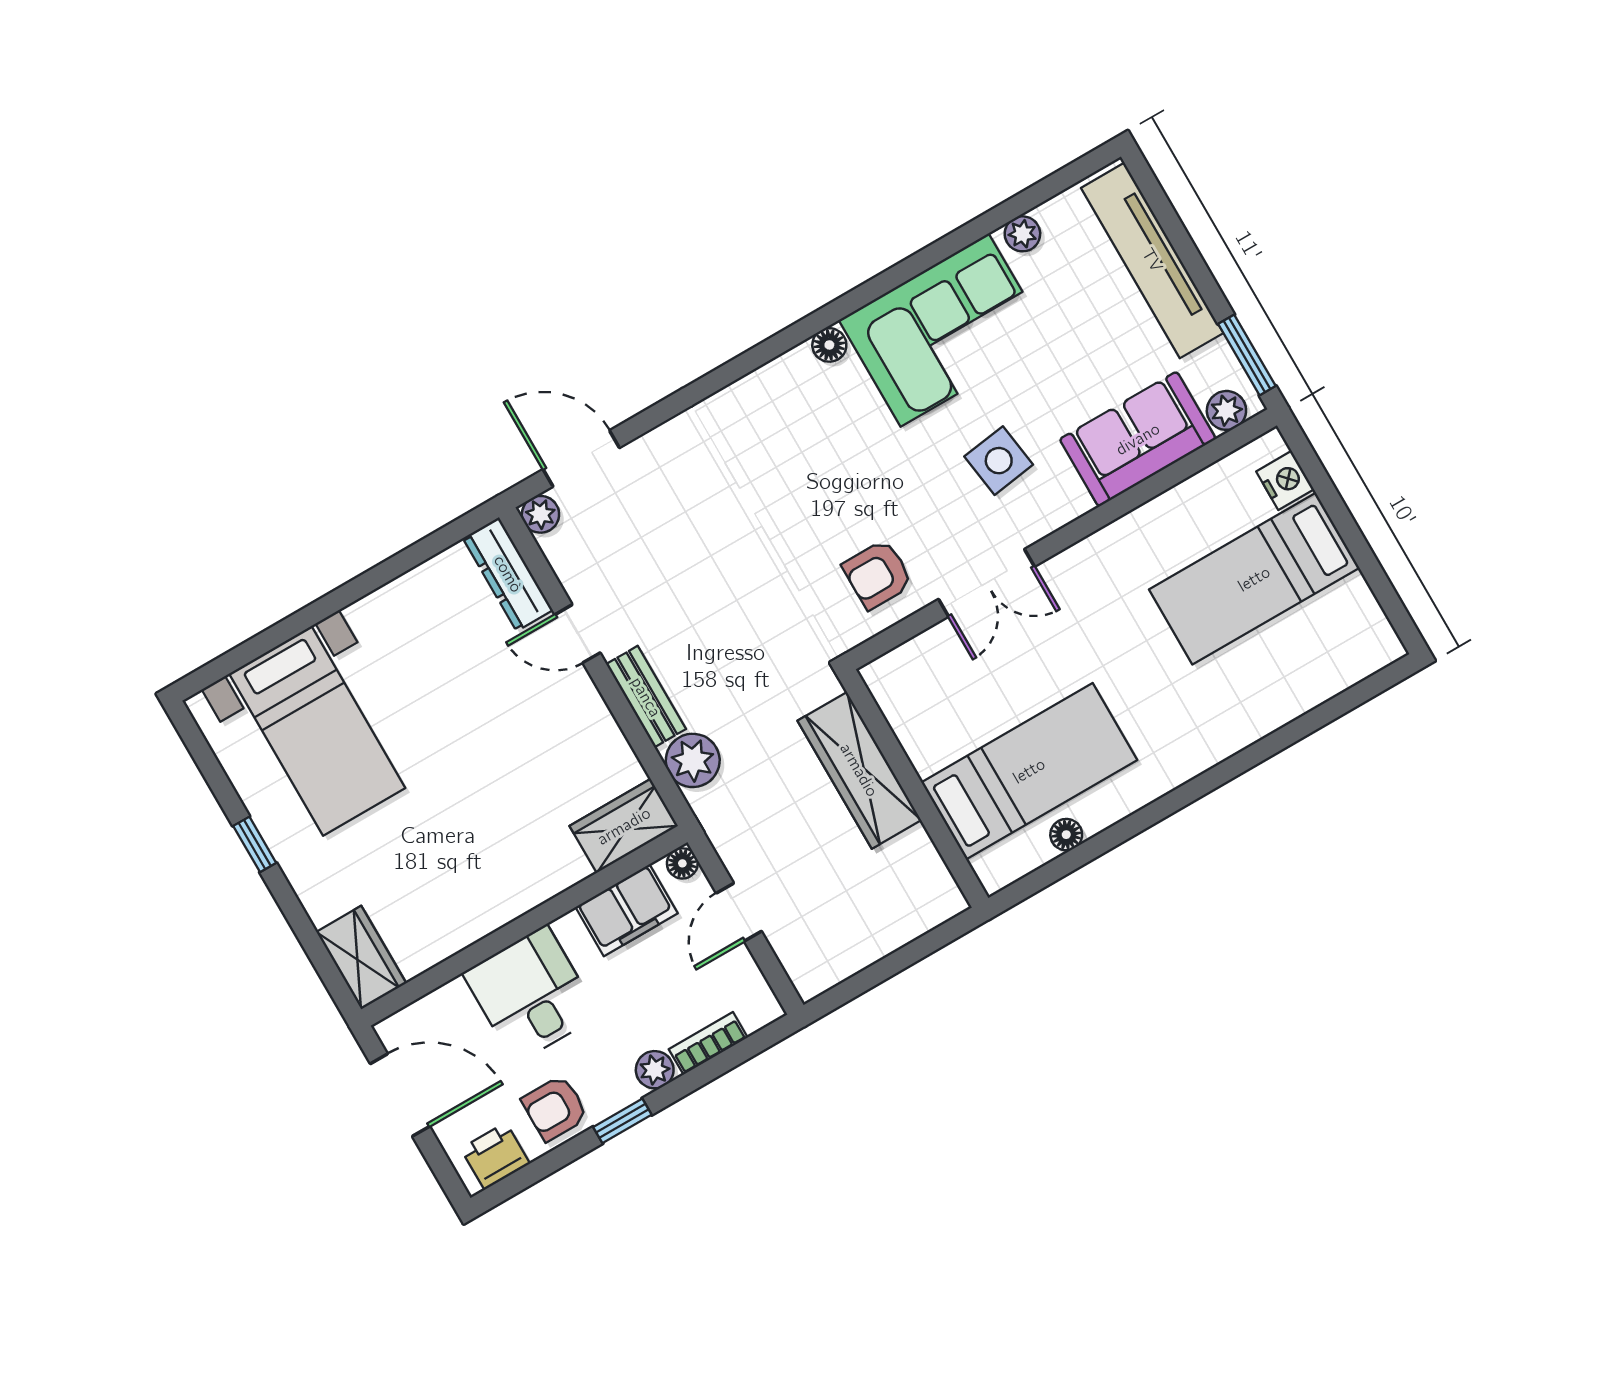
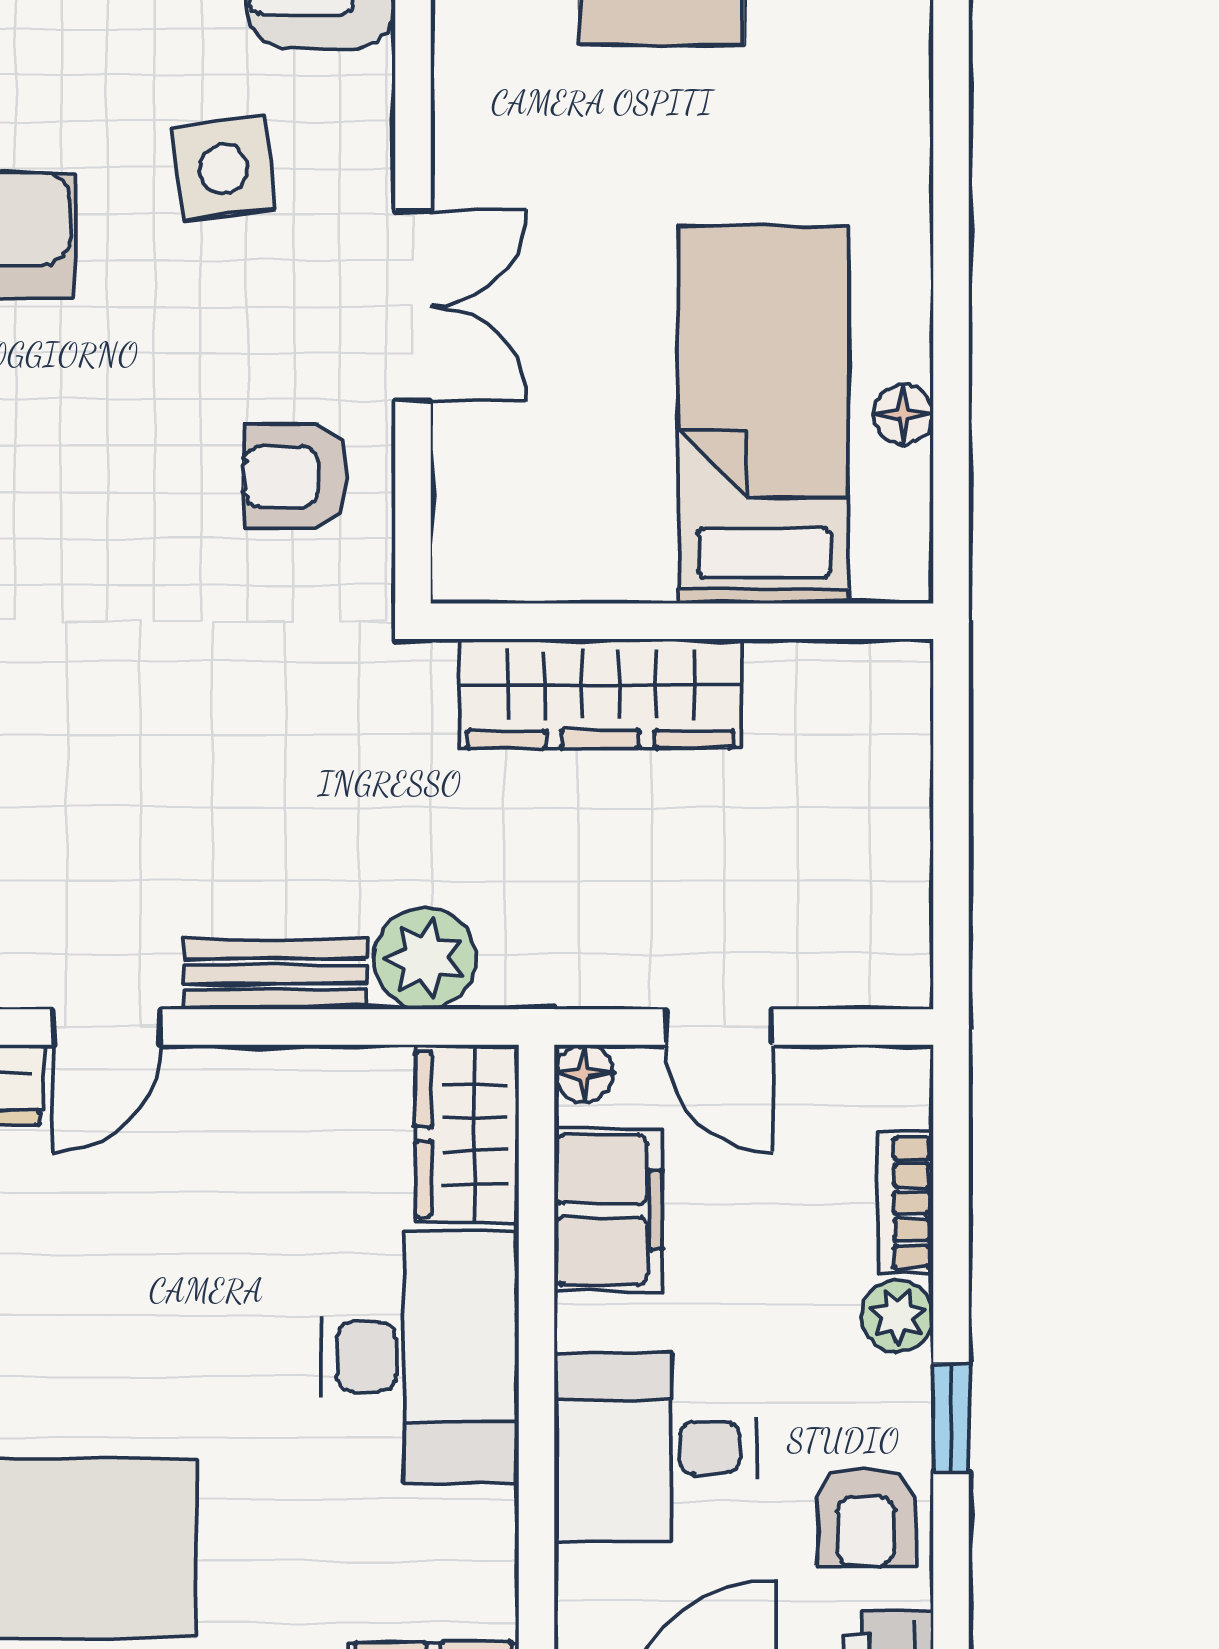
armchair: (878, 574) -> (295, 477), turned 90
desk: (510, 863) -> (420, 1357), added

